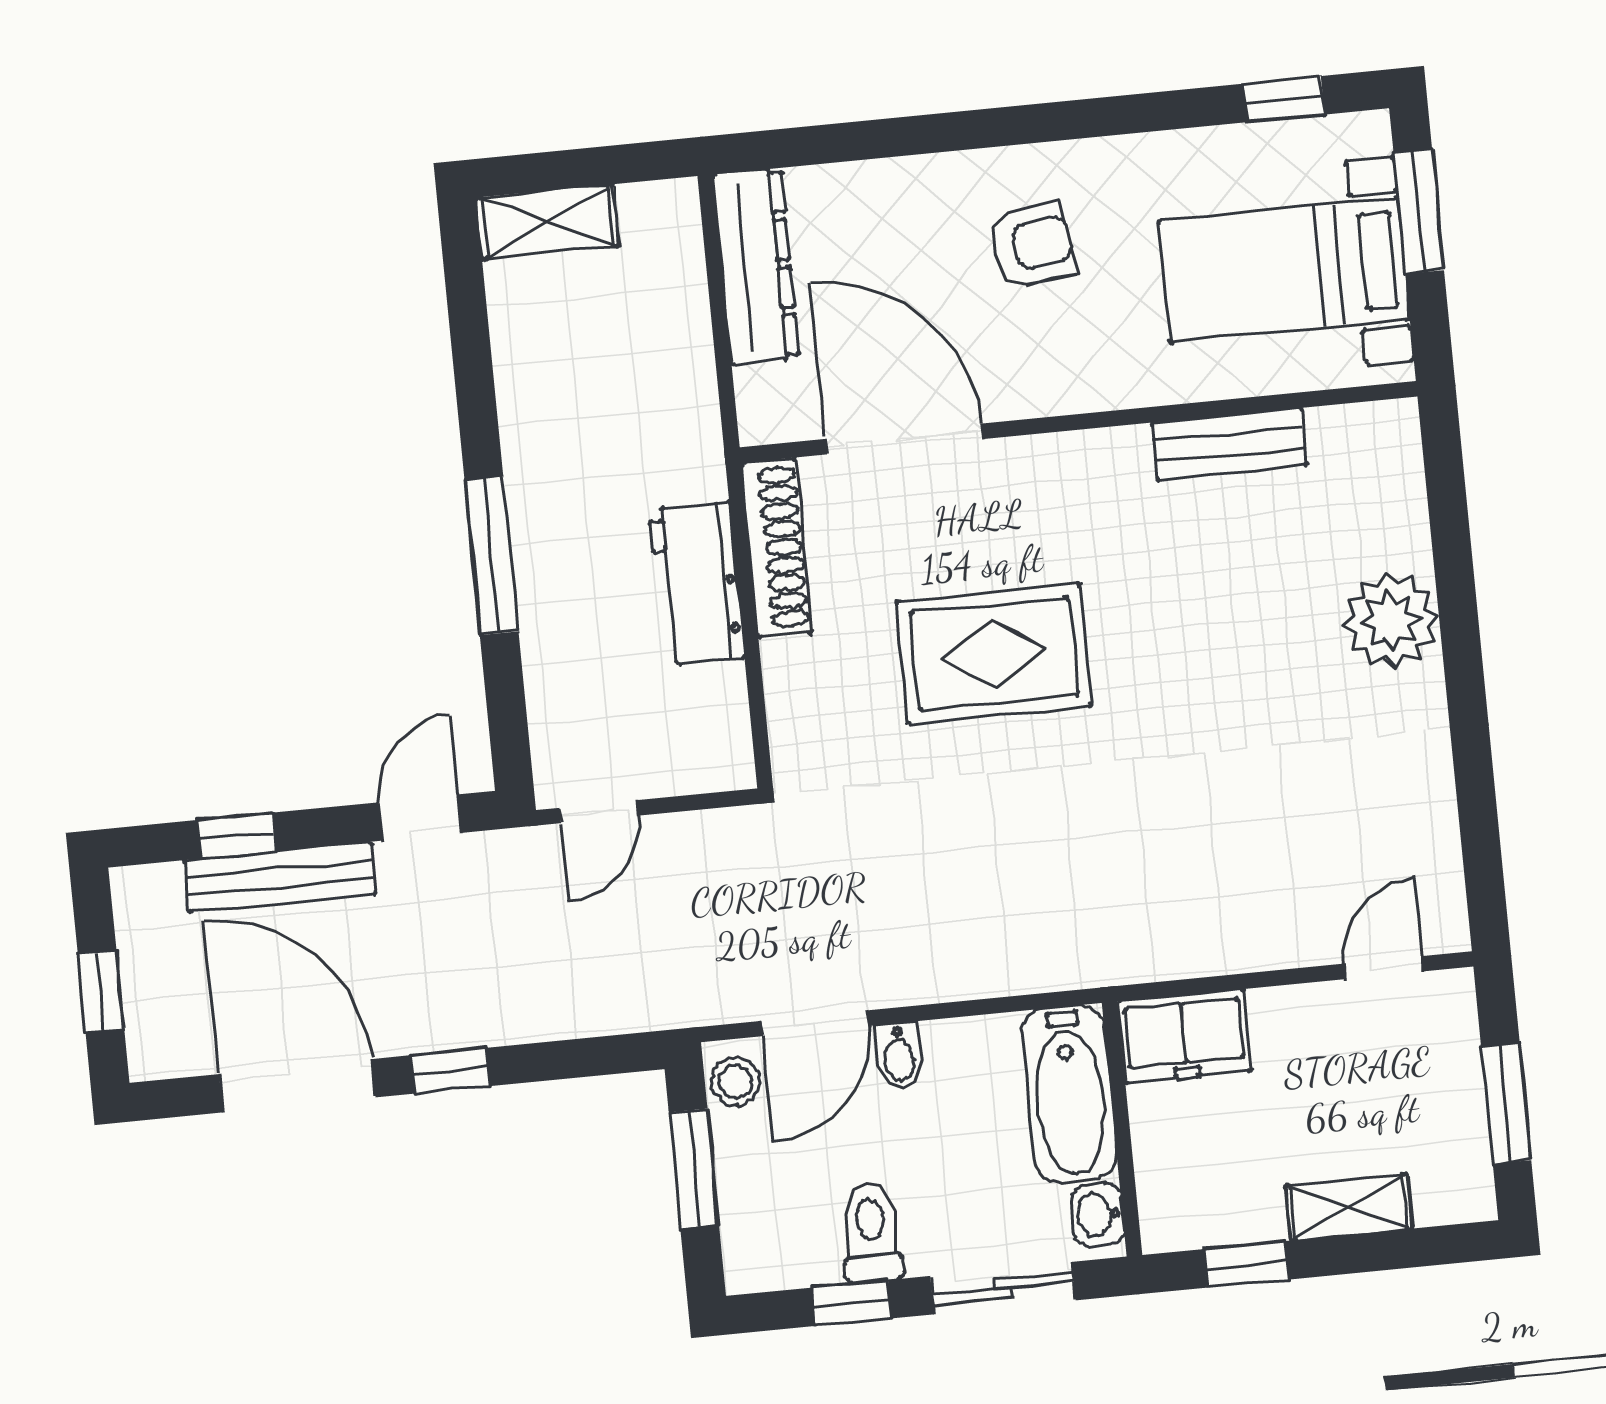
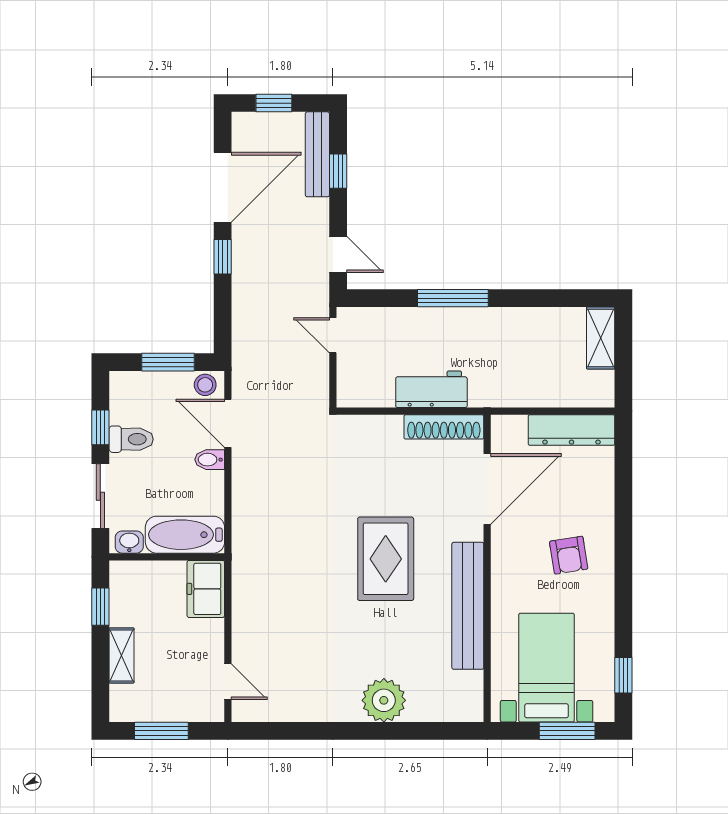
bench: (1229, 444) -> (468, 606), width x1.86, depth x1.21
rug: (994, 654) -> (386, 559), moved
bench: (280, 877) -> (317, 154), moved

